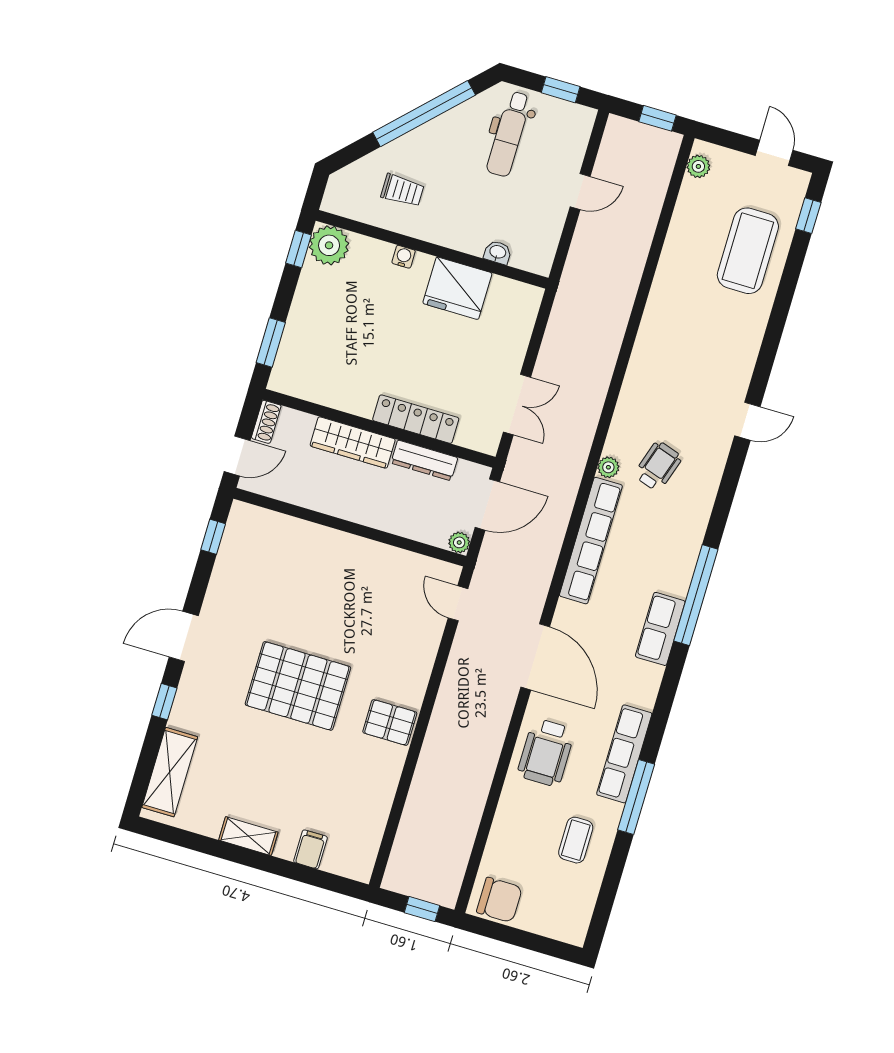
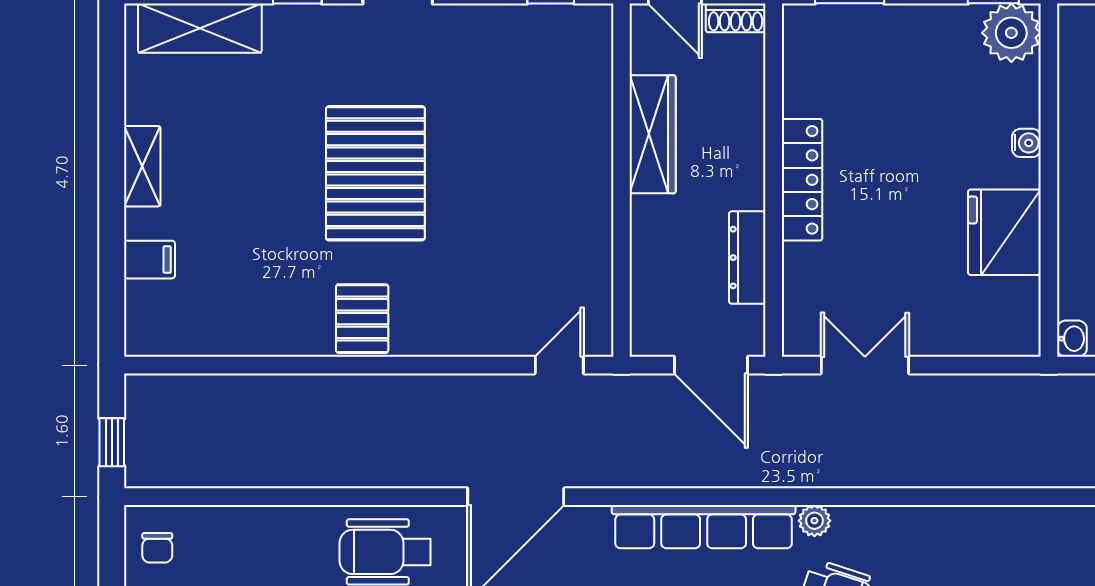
washbasin: (498, 252) -> (1072, 339), moved
double door: (517, 405) -> (865, 365), swing flipped
locker: (416, 419) -> (802, 180), moved
wardrobe: (353, 442) -> (653, 134), moved, turned 180
plant: (459, 542) -> (646, 341), removed
chair: (499, 900) -> (157, 548), width x0.54, depth x0.54

